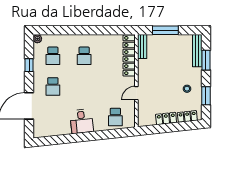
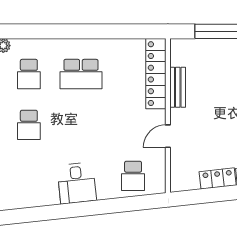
bench: (142, 47) -> (178, 87), moved
school desk: (84, 56) -> (81, 74), width x1.85

